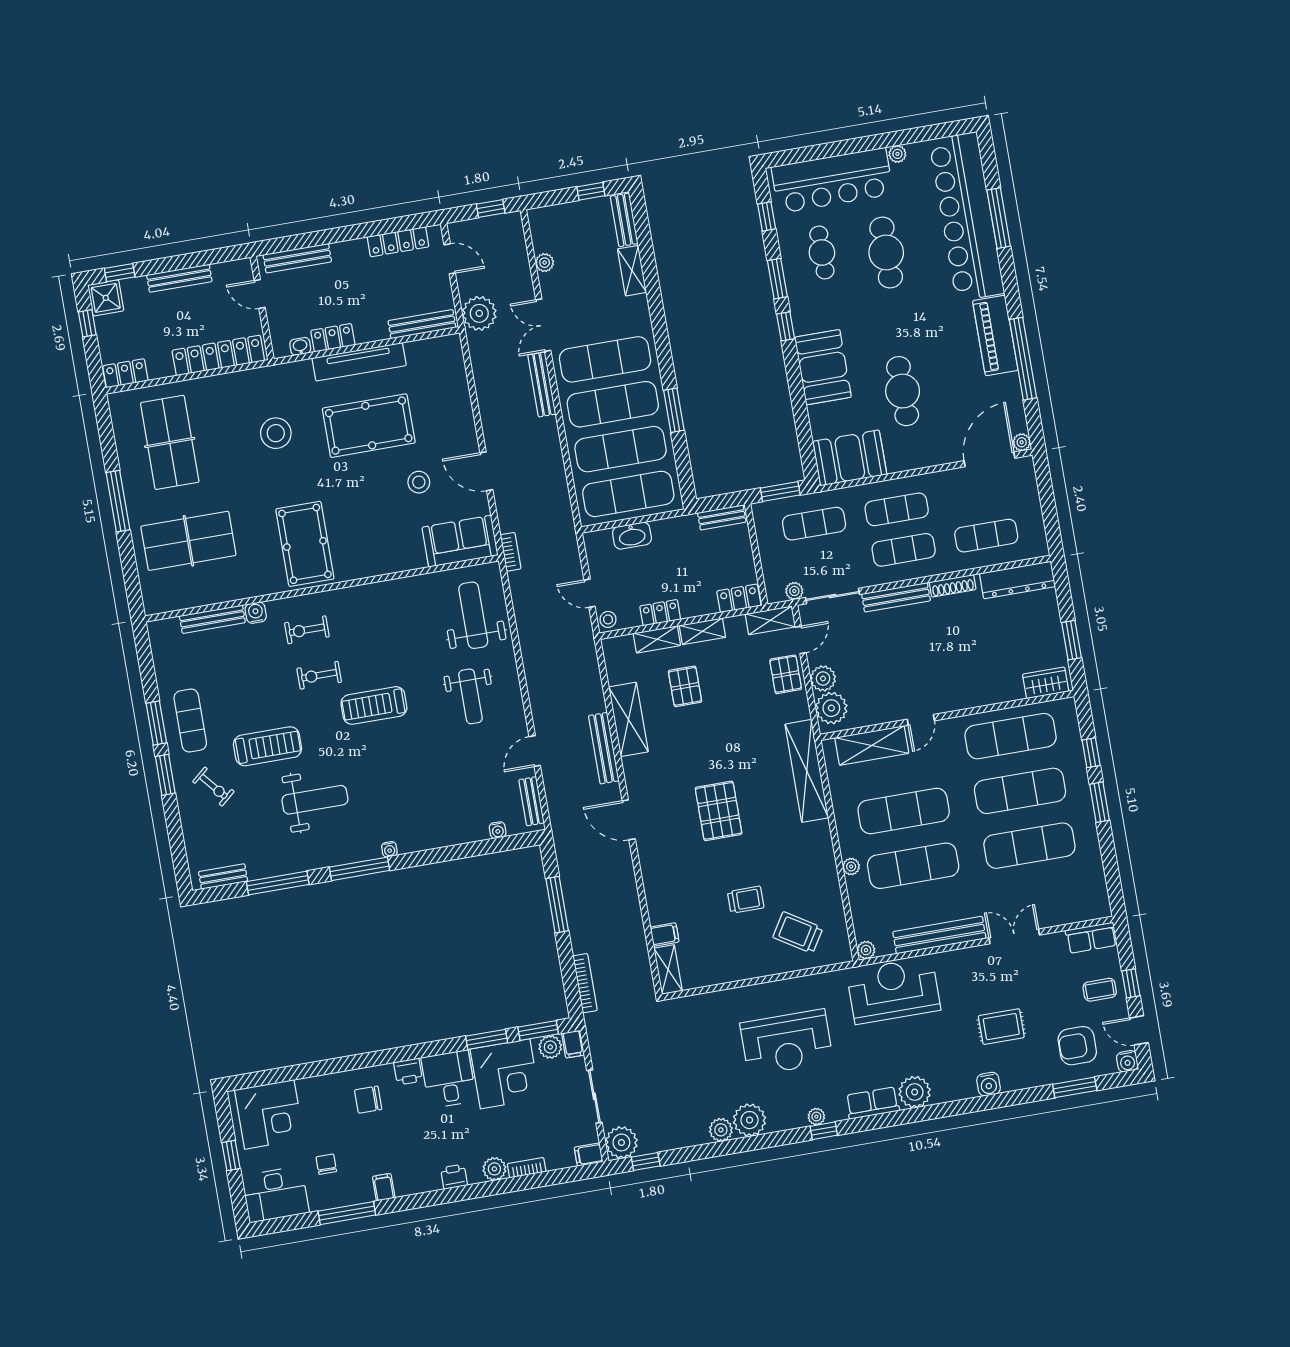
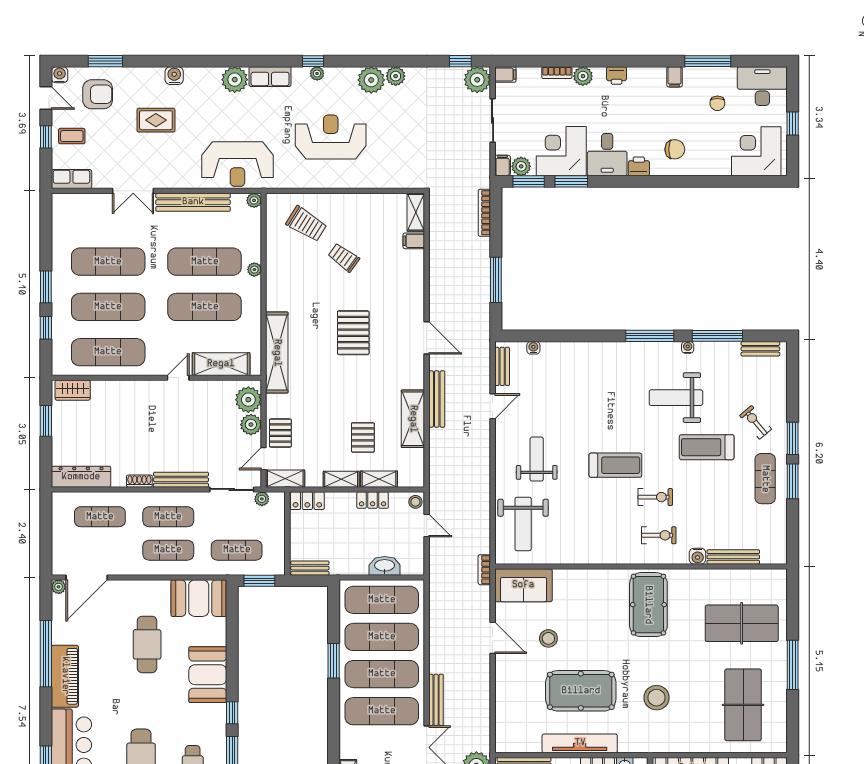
shoe rack: (953, 586) -> (139, 481), width x0.70
water cooler: (389, 849) -> (688, 347), moved
trolley: (746, 900) -> (344, 258), turned 36

